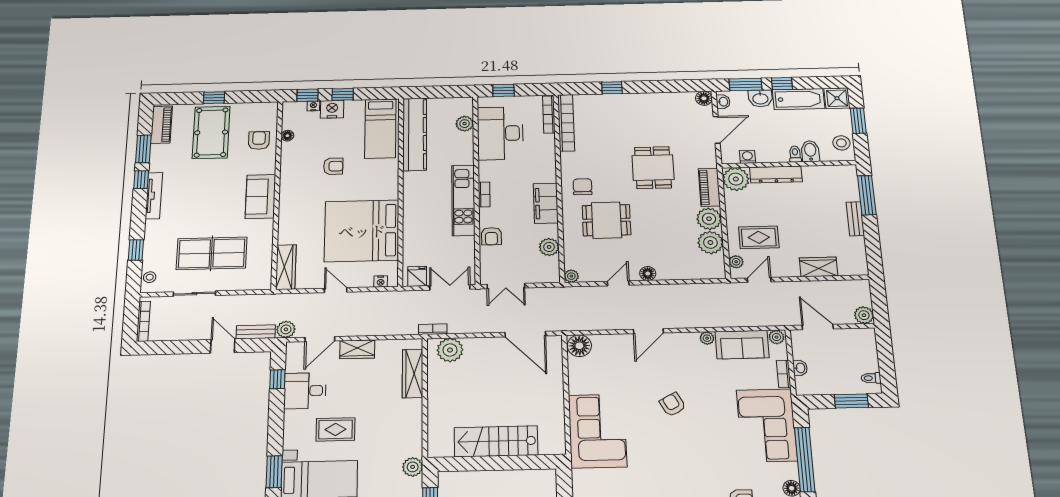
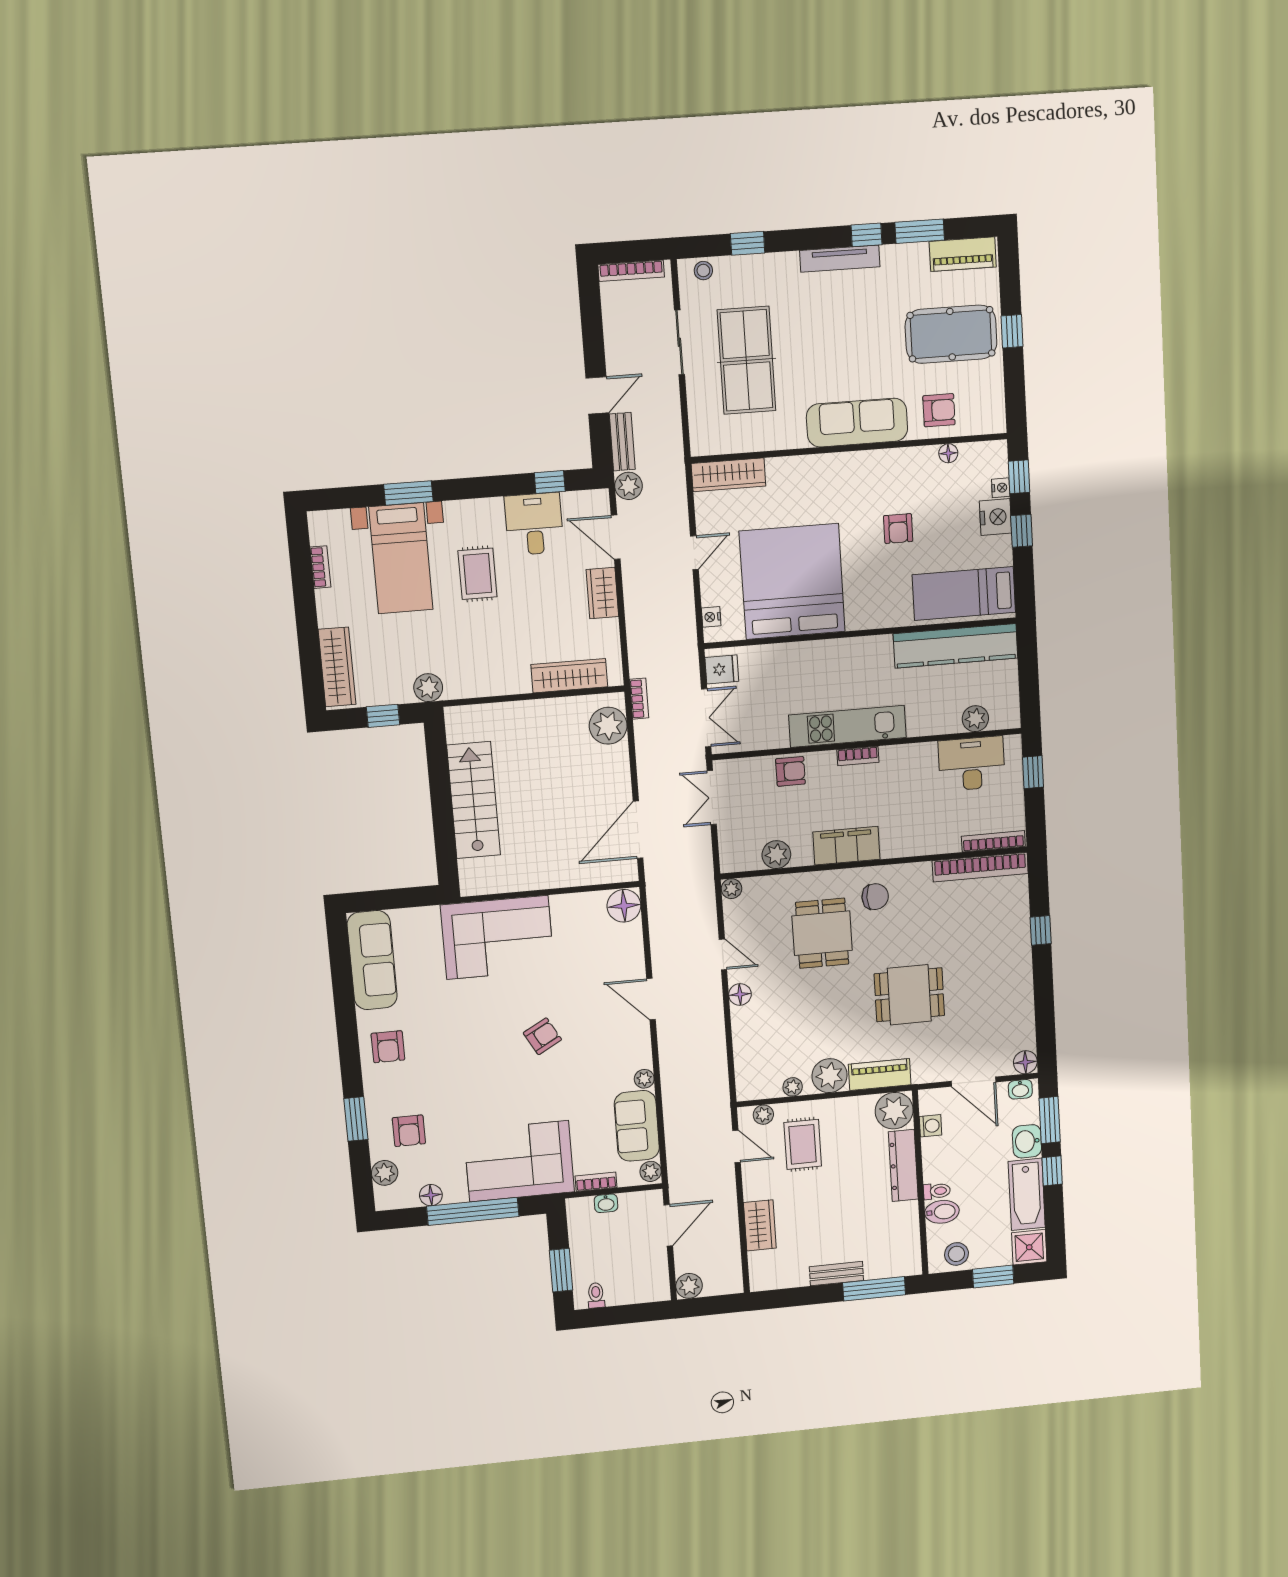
desk: (500, 133) -> (972, 764), width x0.73, depth x0.77
sofa: (260, 196) -> (857, 423), width x1.36
armchair: (491, 236) -> (790, 771), turned 180
plant: (710, 242) -> (793, 1087), width x0.53, depth x0.53

